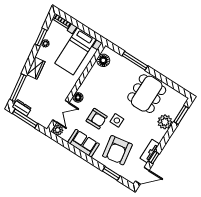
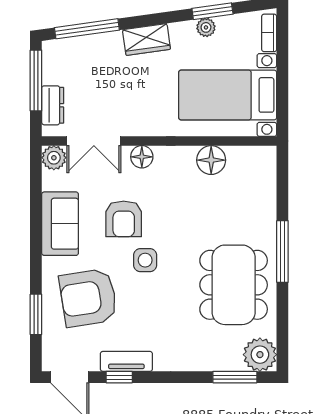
floor lamp: (103, 60) -> (211, 160), moved
window: (135, 61) -> (282, 252), moved
dining table: (147, 94) -> (234, 285), turned 90
dresser: (22, 108) -> (53, 105), moved
plant: (165, 122) -> (260, 355), moved

